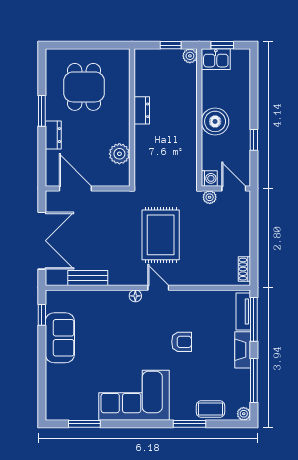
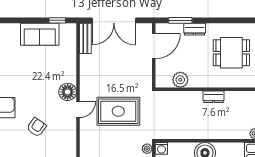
window: (42, 111) -> (180, 20), moved
bench: (88, 278) -> (85, 38), moved
floor lamp: (135, 296) -> (68, 92), width x1.89, depth x1.89
armchair: (182, 342) -> (37, 127), turned -145

